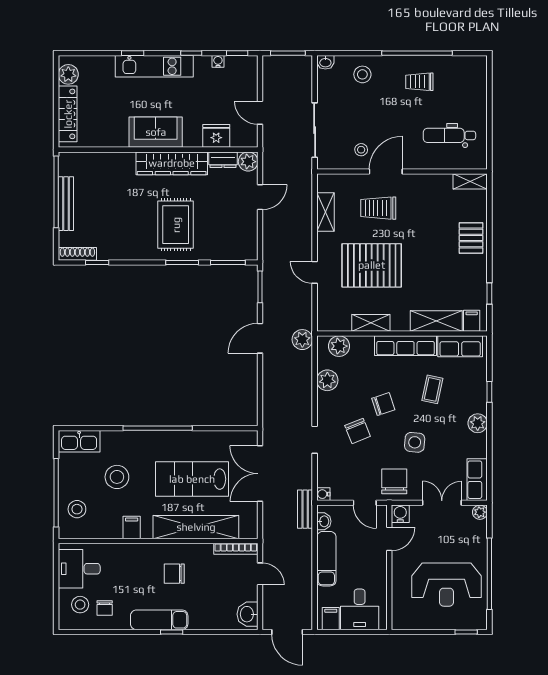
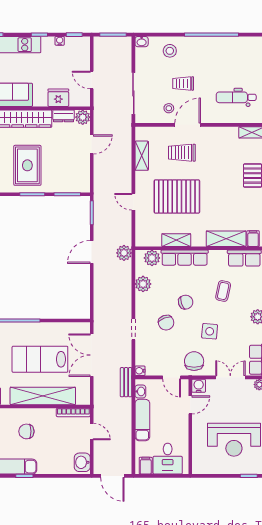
trolley: (419, 82) -> (183, 83), moved
row of seats: (405, 346) -> (185, 258), moved

